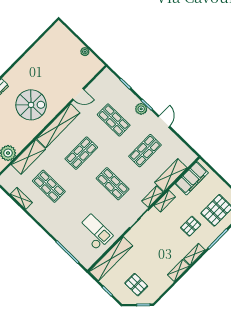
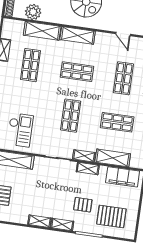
shelving: (58, 126) -> (78, 35), width x0.68

